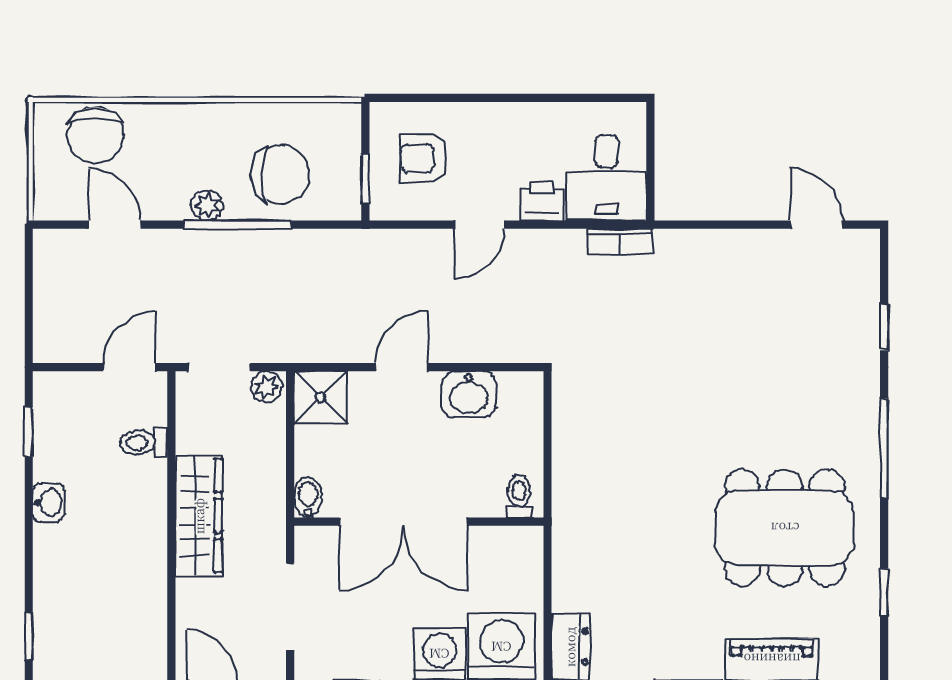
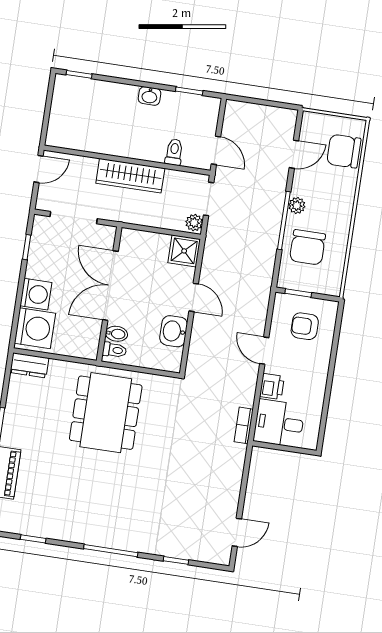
armchair: (424, 158) -> (305, 326), turned -90
bidet: (308, 497) -> (116, 334), moved
dining table: (785, 528) -> (106, 413), moved

